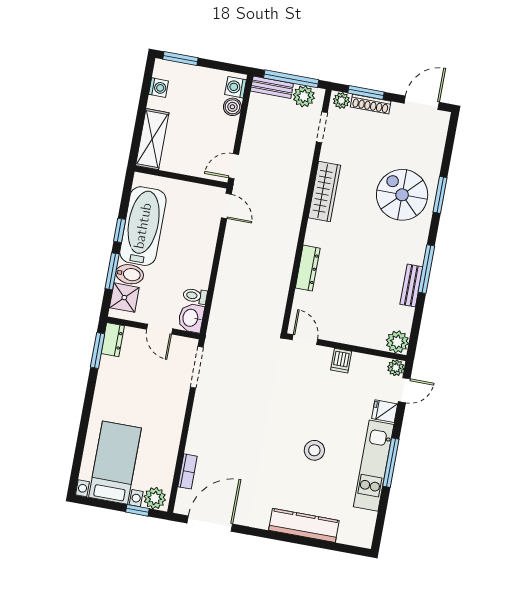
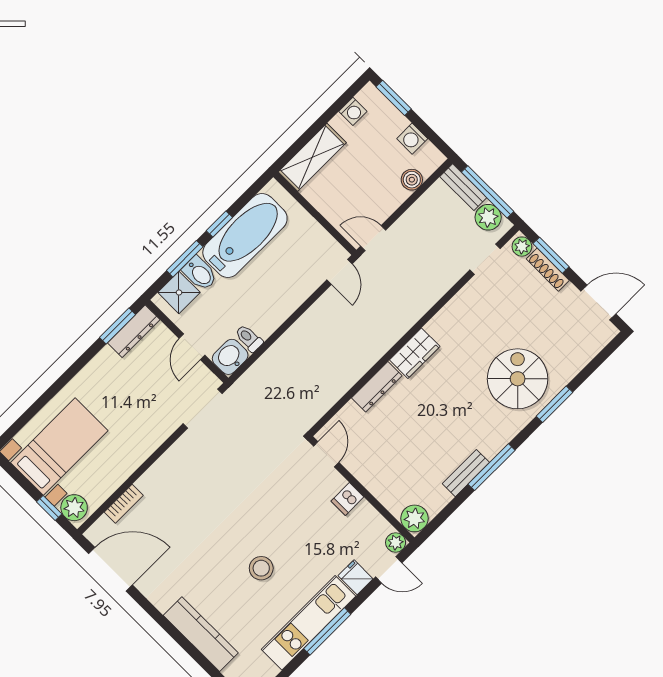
washing machine: (236, 87) -> (412, 139), moved, turned -90
wardrobe: (324, 191) -> (415, 353), moved, width x0.67
dresser: (113, 340) -> (134, 331), width x1.44

